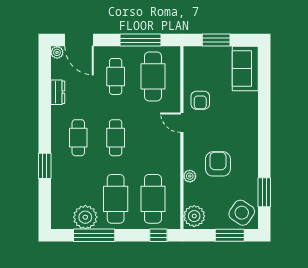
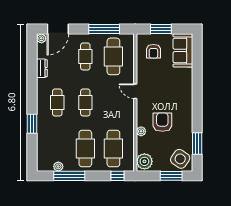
door: (79, 40) -> (58, 29), hinge flipped
armchair: (200, 100) -> (153, 51), moved
plant: (85, 217) -> (58, 166), width x0.53, depth x0.53

